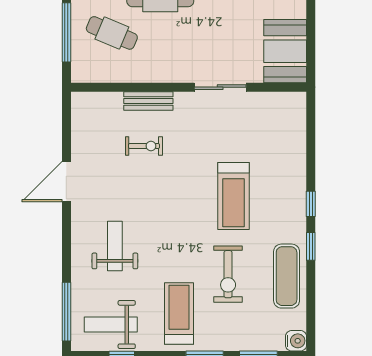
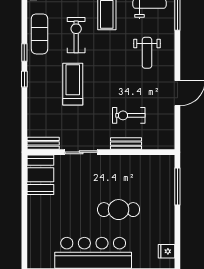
cafe table: (112, 33) -> (149, 186), removed
bench: (281, 101) -> (43, 143), added
exercise bike: (144, 146) -> (129, 115), width x1.38, depth x1.39

